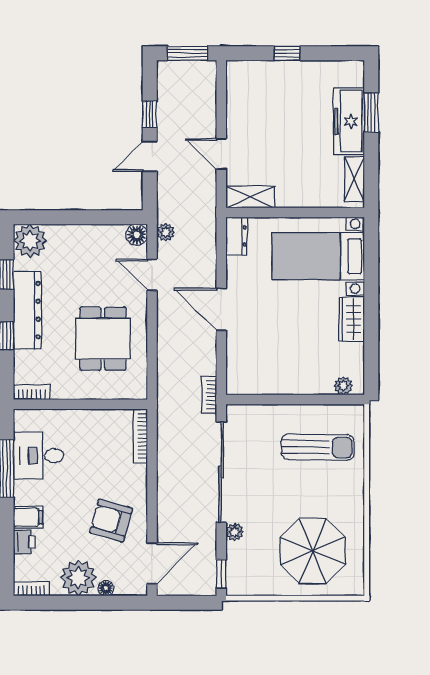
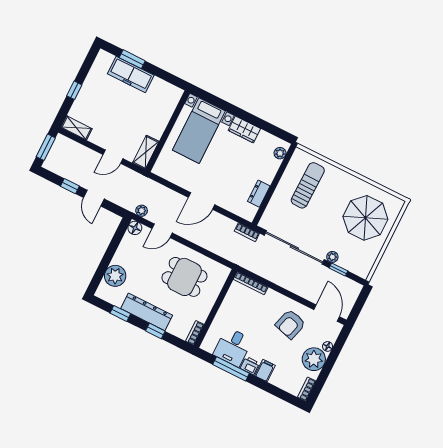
shelving: (354, 179) -> (76, 128), moved
dresser: (236, 236) -> (259, 194), moved, turned -90
plant: (30, 241) -> (115, 276), moved
printer: (24, 542) -> (250, 366), moved
window: (221, 574) -> (338, 270), moved

